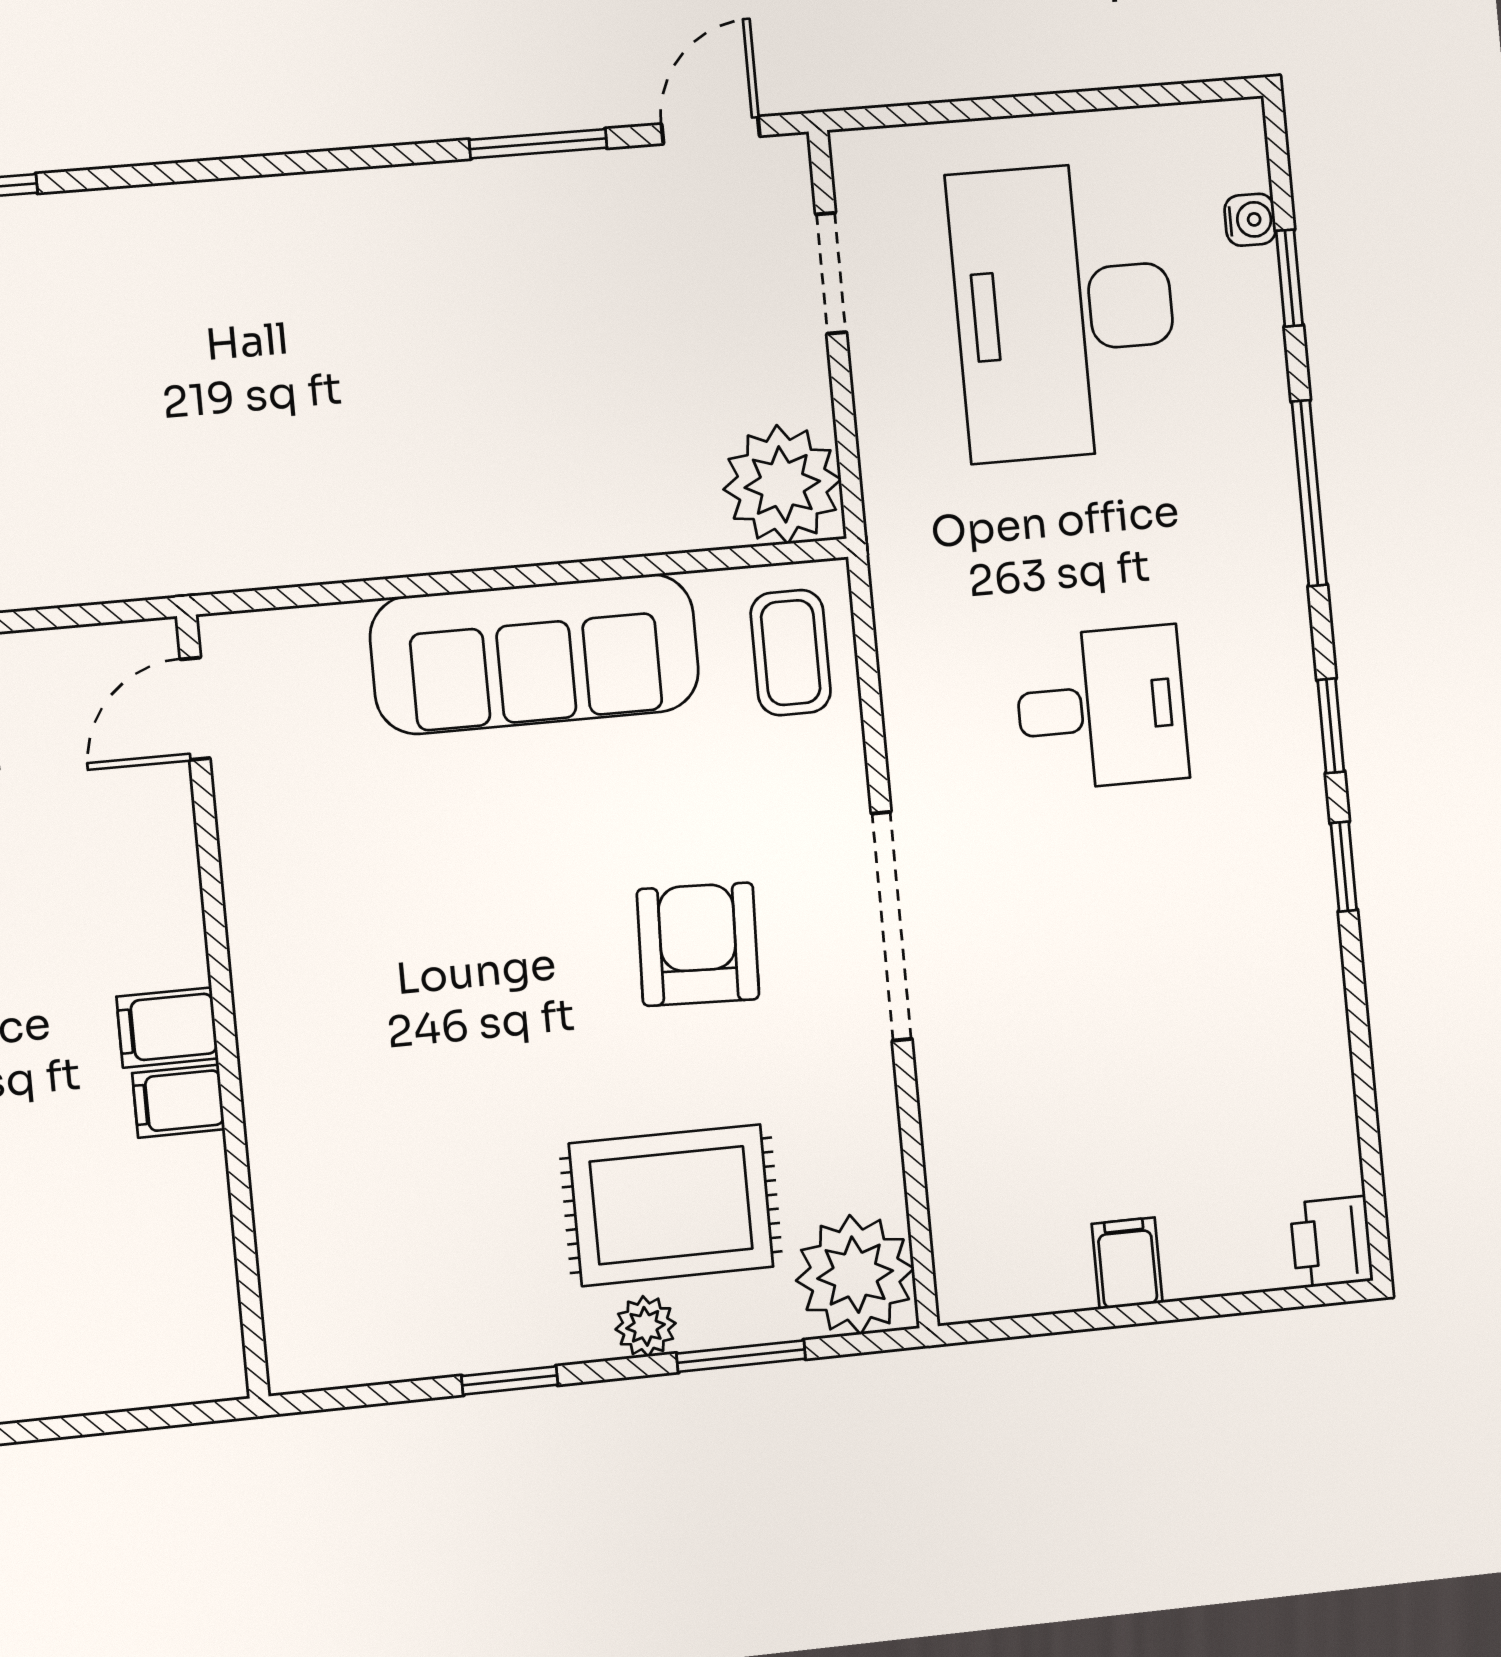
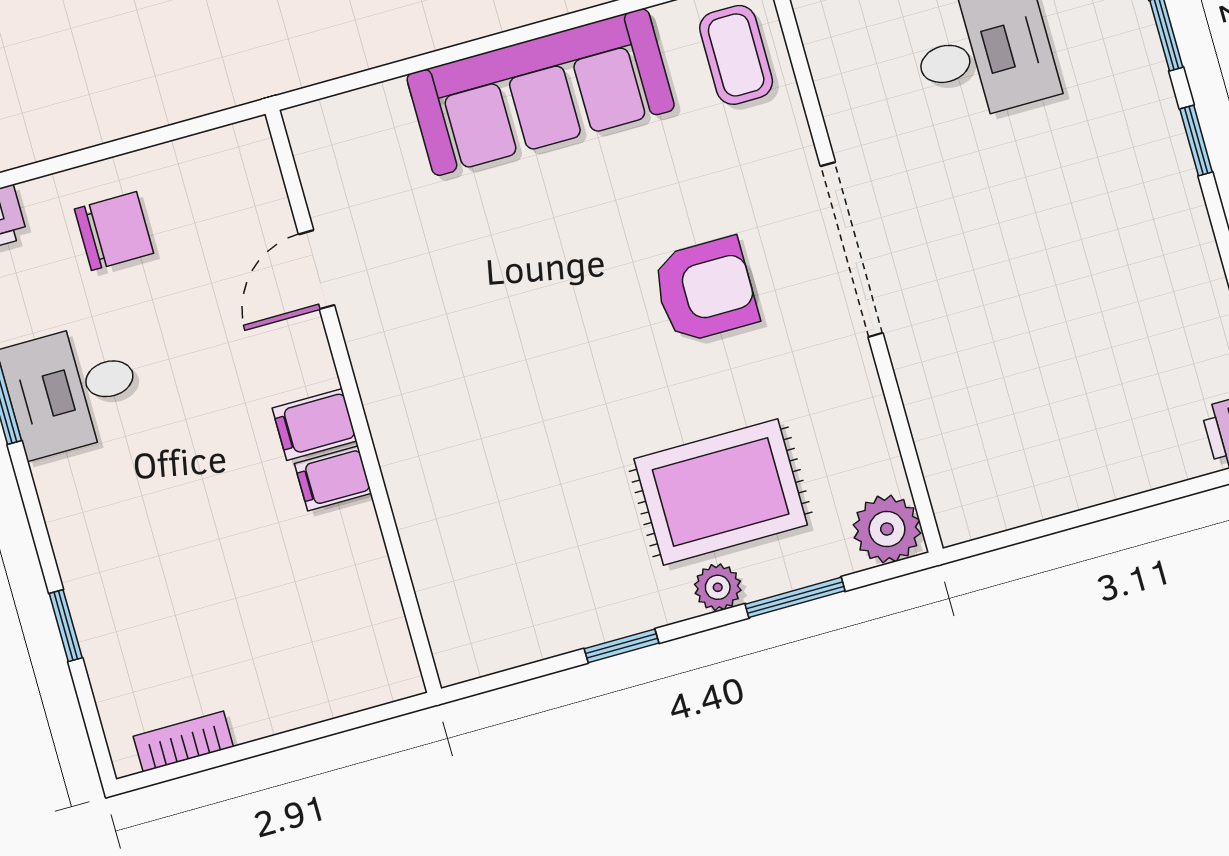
door: (195, 709) -> (317, 270), moved
armchair: (698, 944) -> (705, 290), turned 88
filing cabinet: (1127, 1263) -> (1081, 475), removed
plant: (855, 1275) -> (887, 529), width x0.73, depth x0.73

